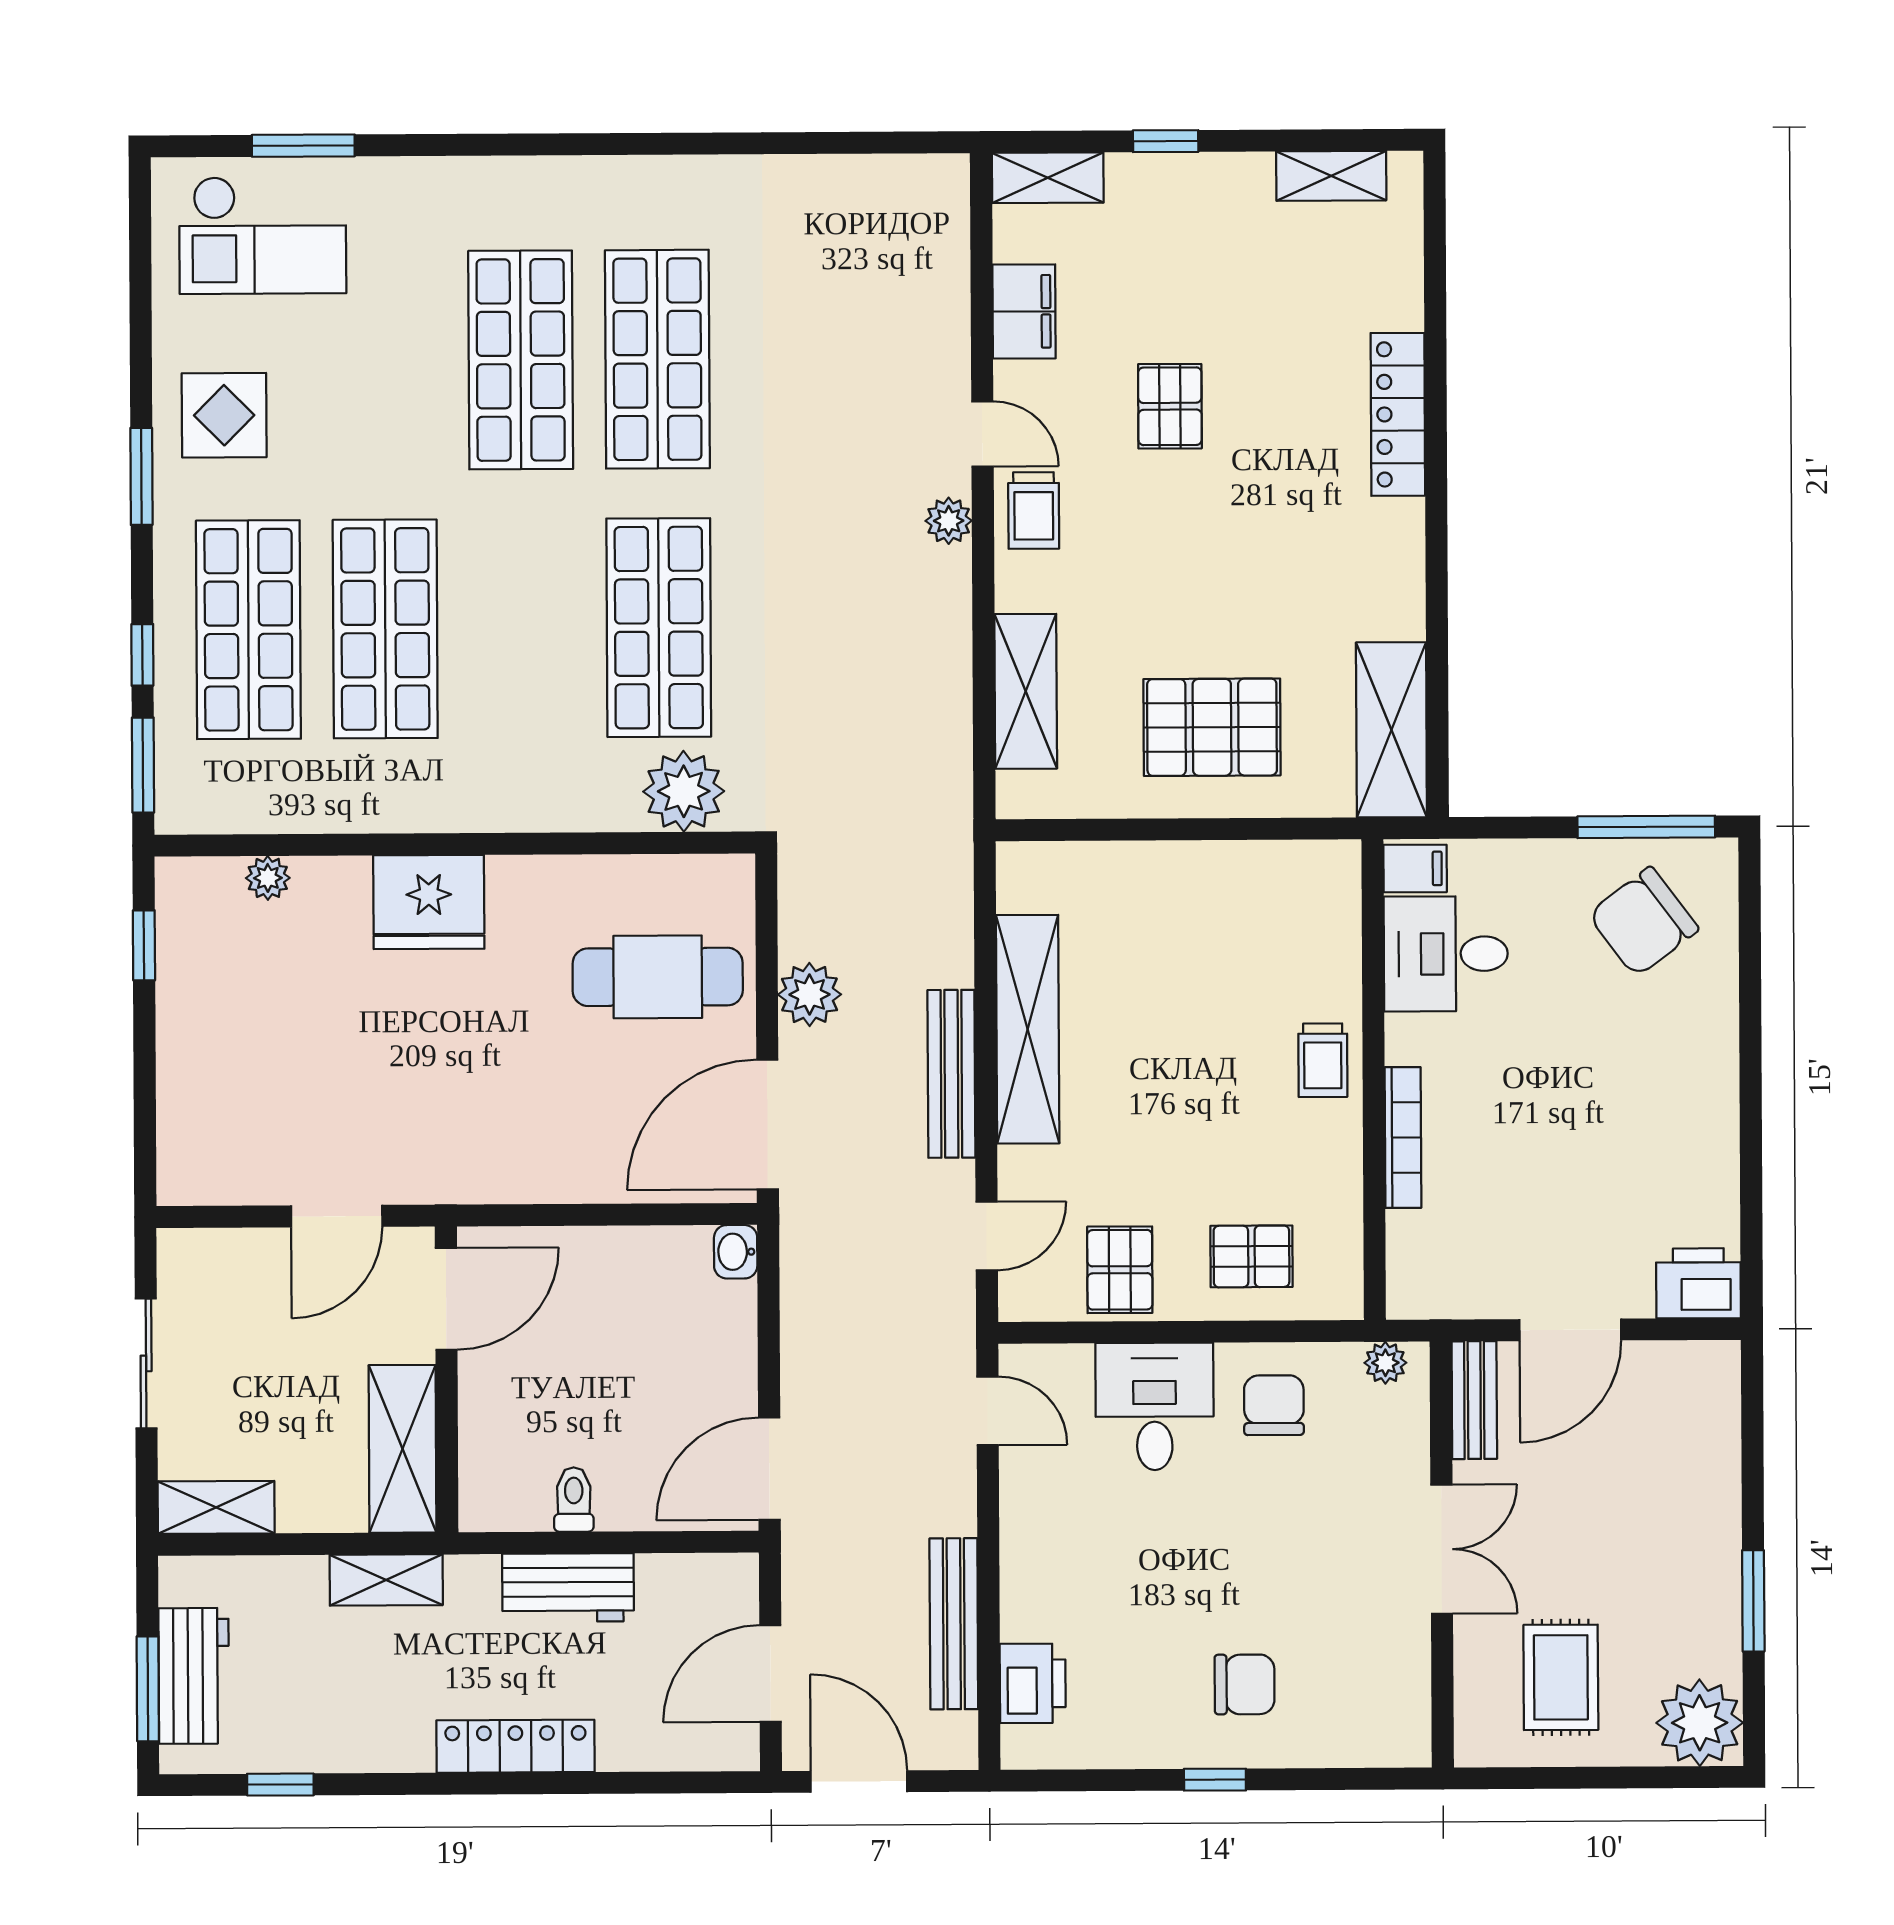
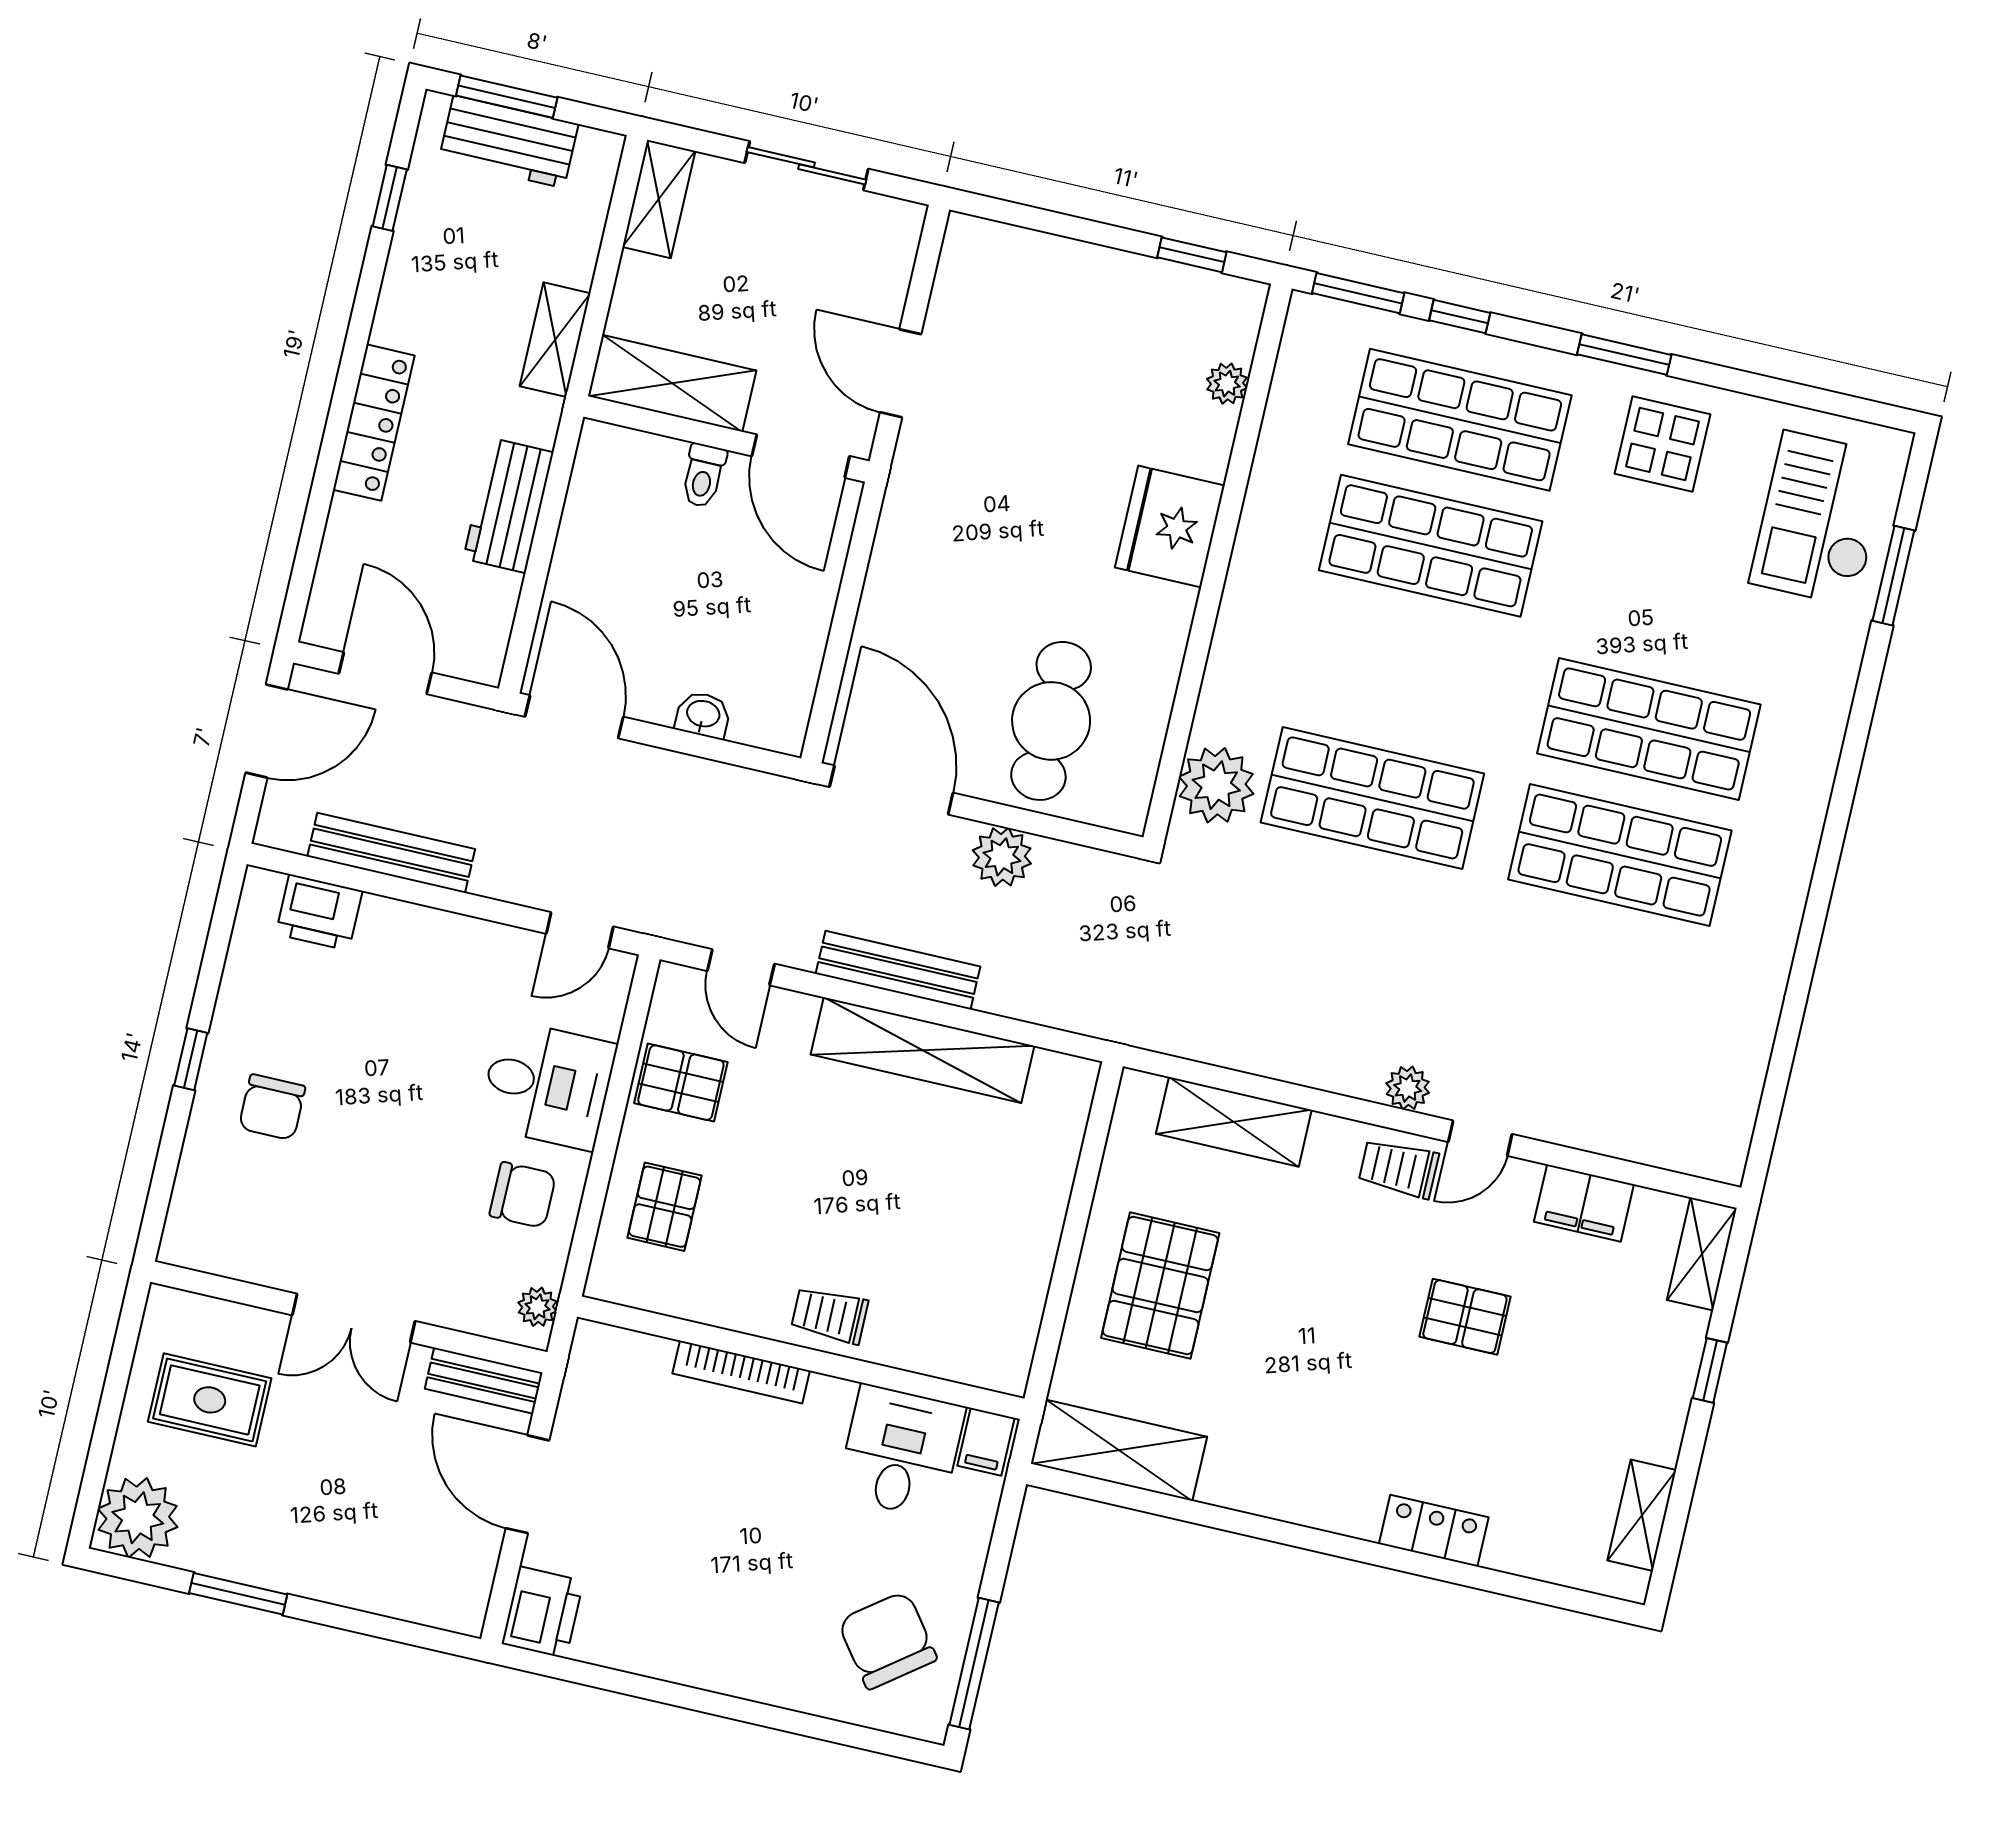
locker: (1398, 414) -> (1434, 1531), width x0.66
washbasin: (736, 1252) -> (703, 715), moved
toilet: (574, 1500) -> (703, 476), moved, turned 90

